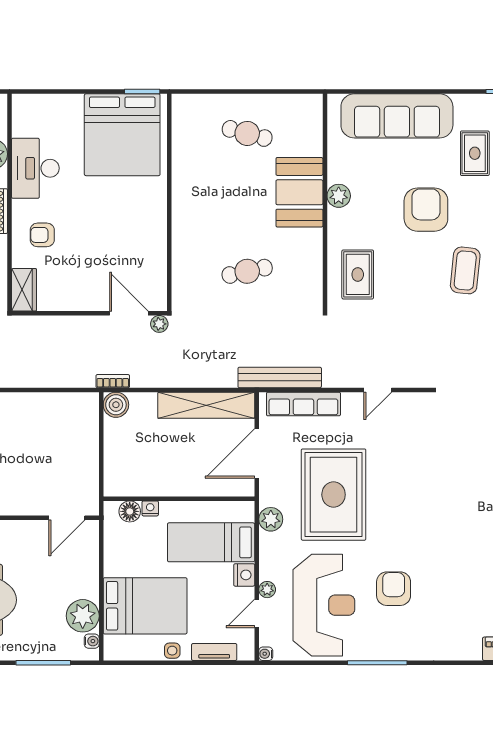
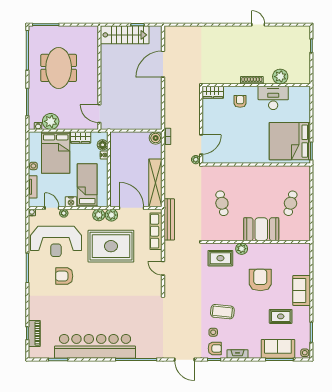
sofa: (397, 116) -> (302, 290), width x0.54, depth x0.79
plant: (339, 196) -> (242, 249), moved
armchair: (426, 210) -> (260, 280), moved, turned -90
plant: (271, 494) -> (111, 215), added
wardrobe: (115, 556) -> (81, 138), added
armchair: (394, 589) -> (64, 276), turned 180

